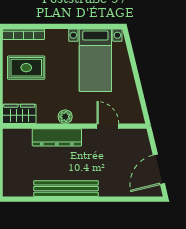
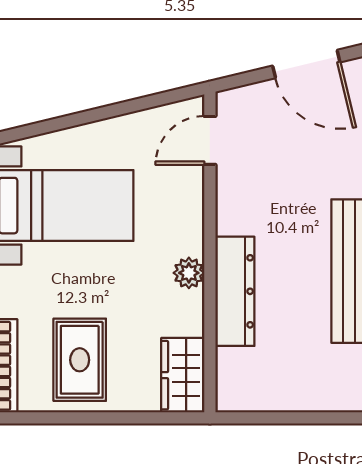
door: (108, 126) -> (210, 140), moved

